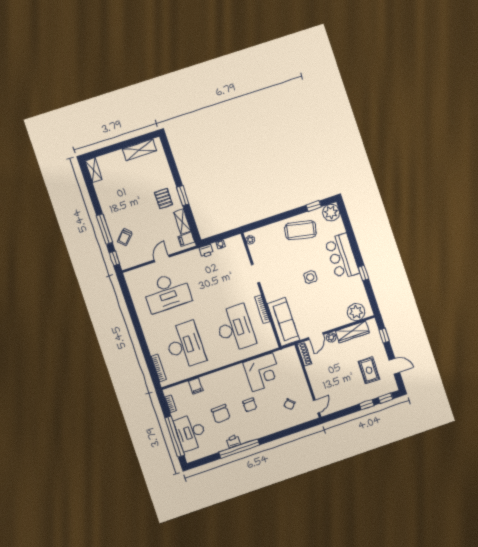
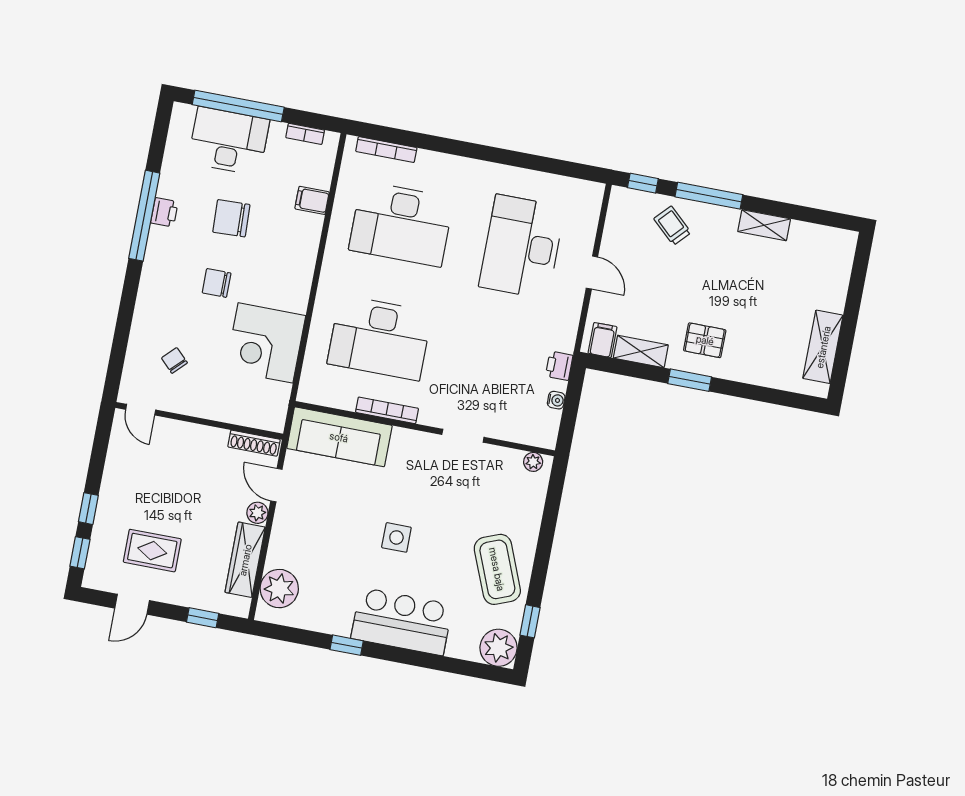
shelving: (94, 170) -> (764, 225), moved
coffee table: (301, 230) -> (497, 569), turned -34

